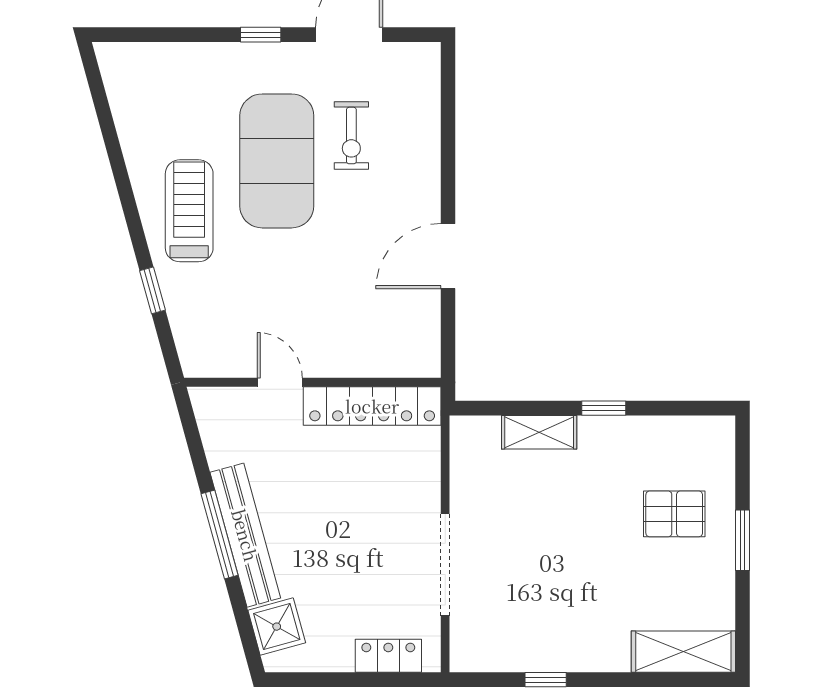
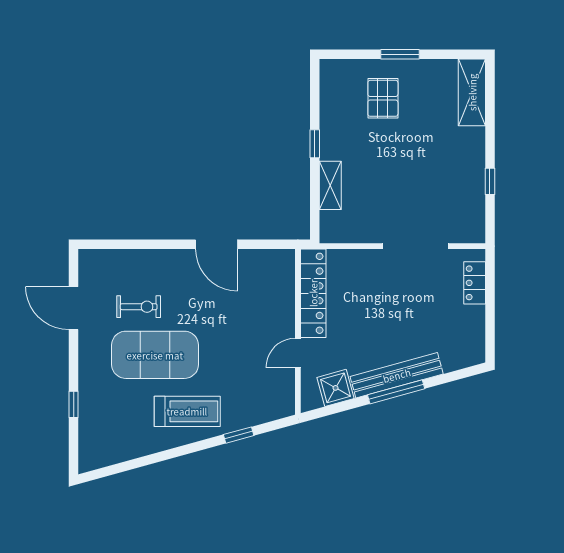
window: (261, 35) -> (74, 404), moved
treadmill: (189, 211) -> (187, 411), turned 180
shower: (277, 627) -> (336, 388), moved

